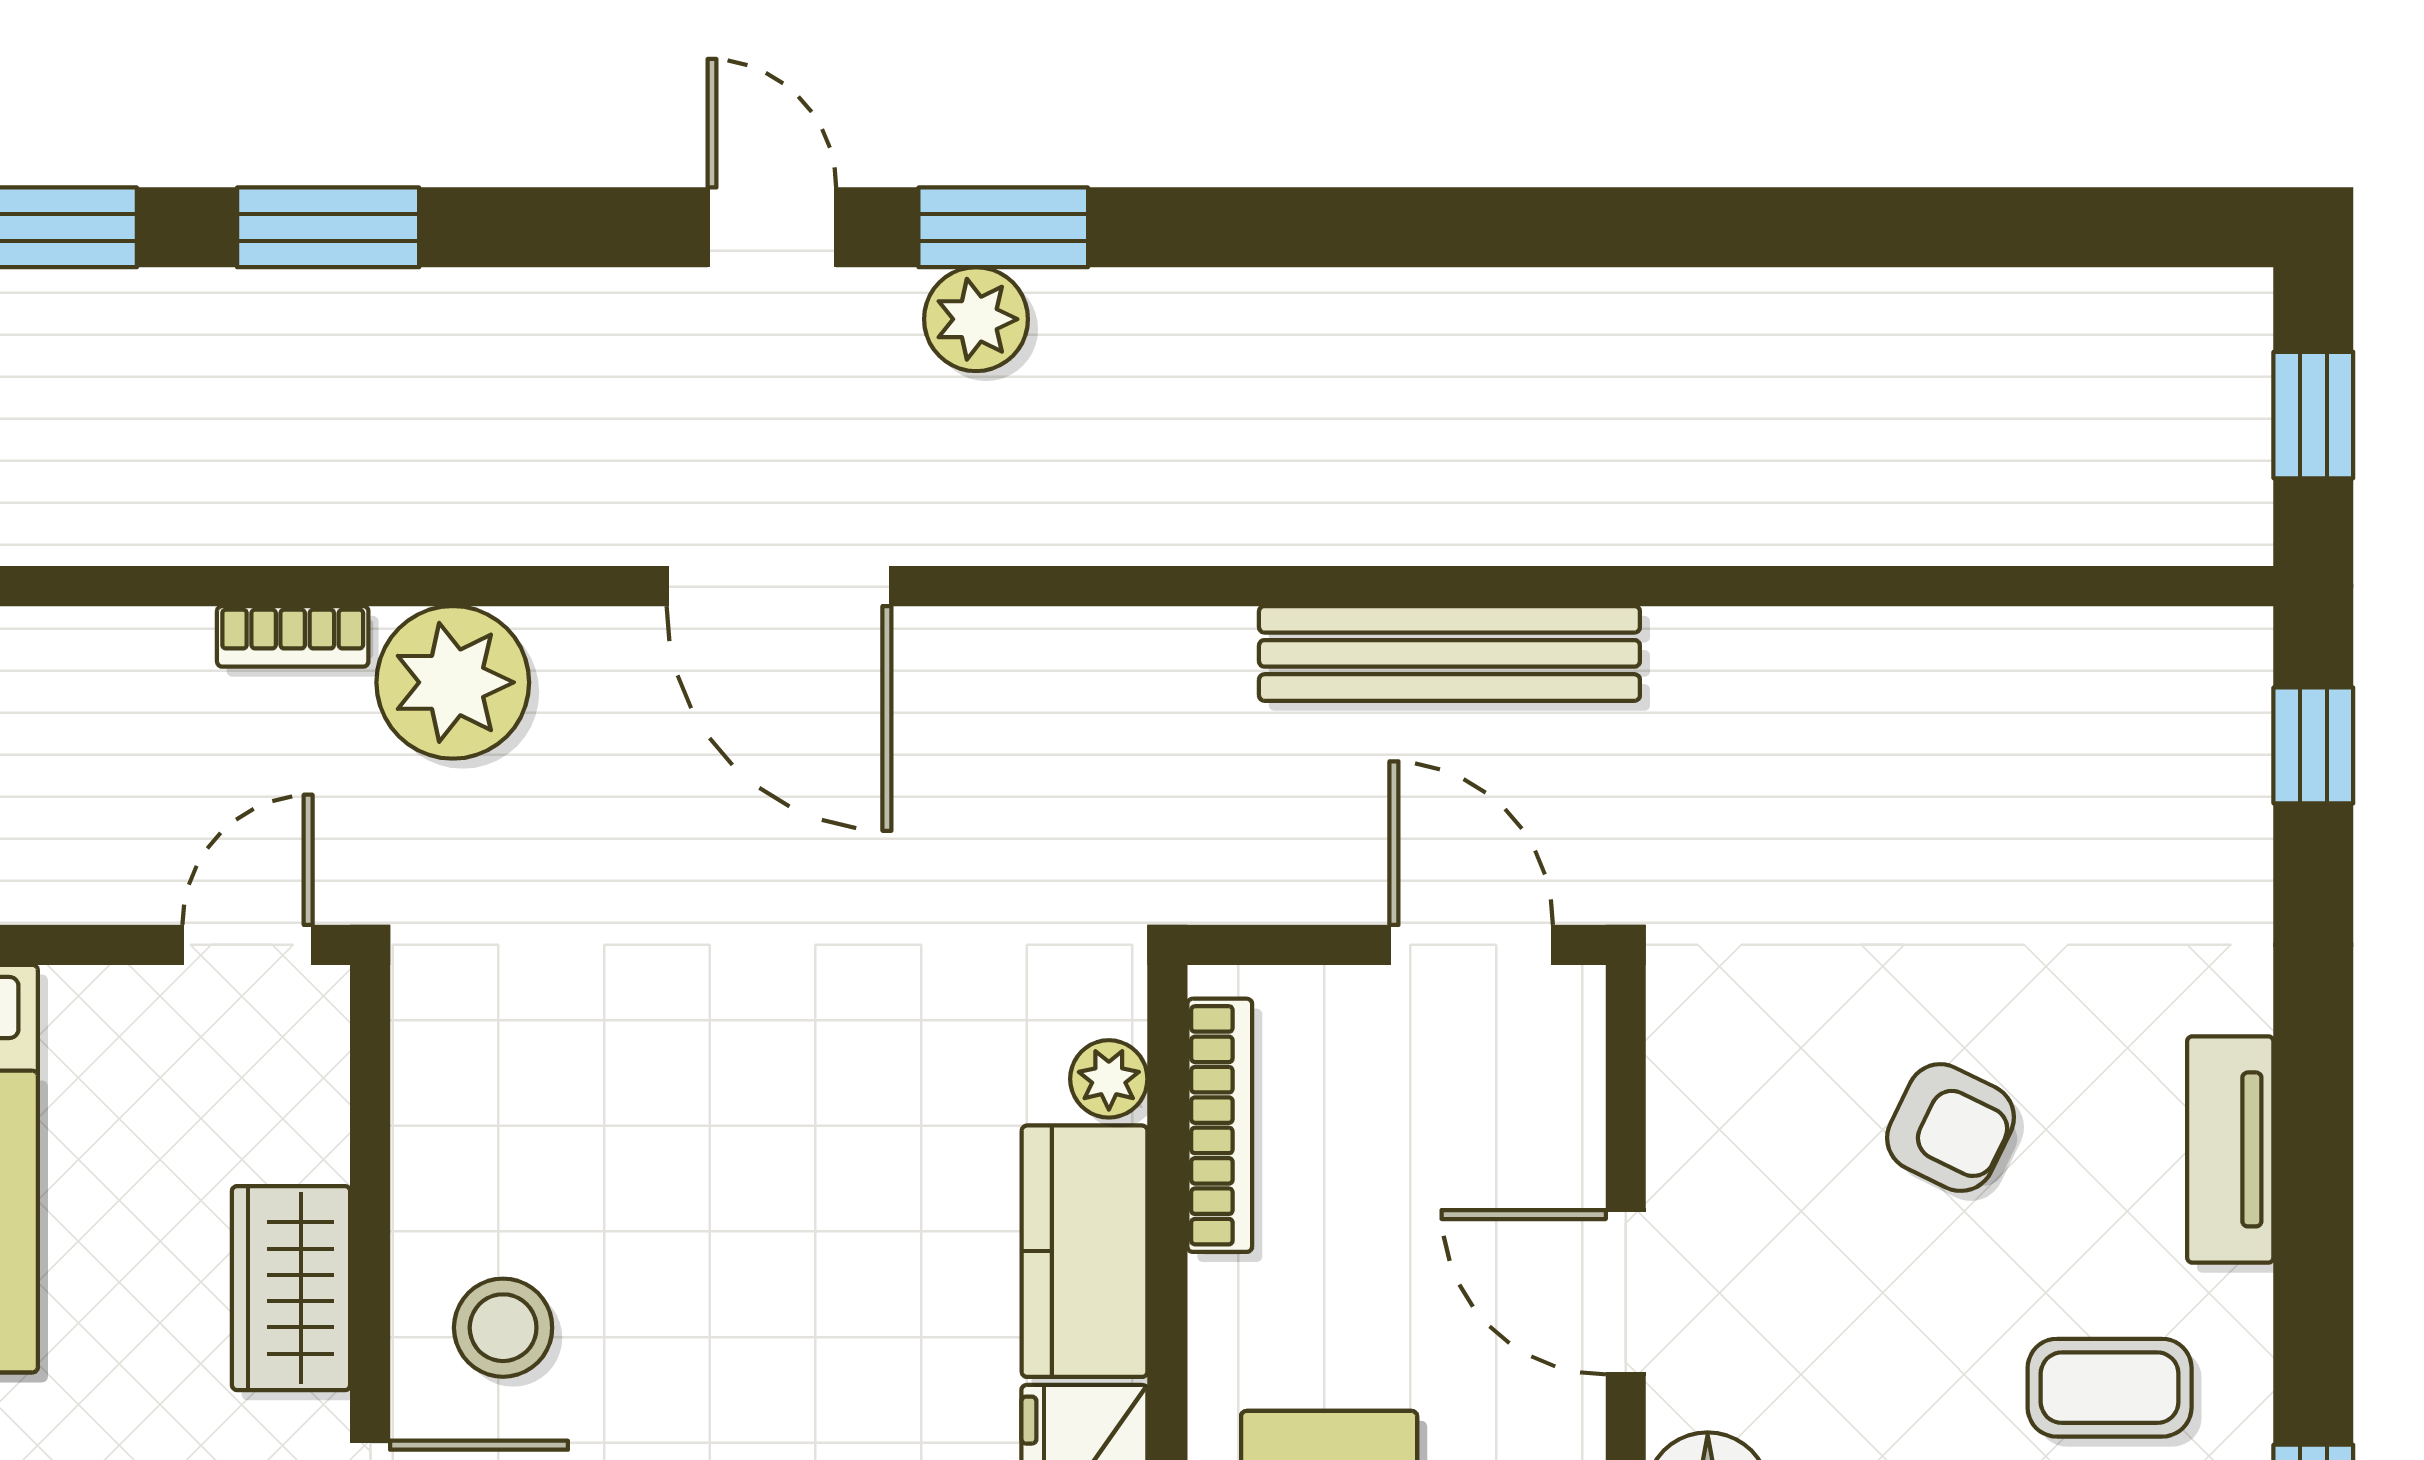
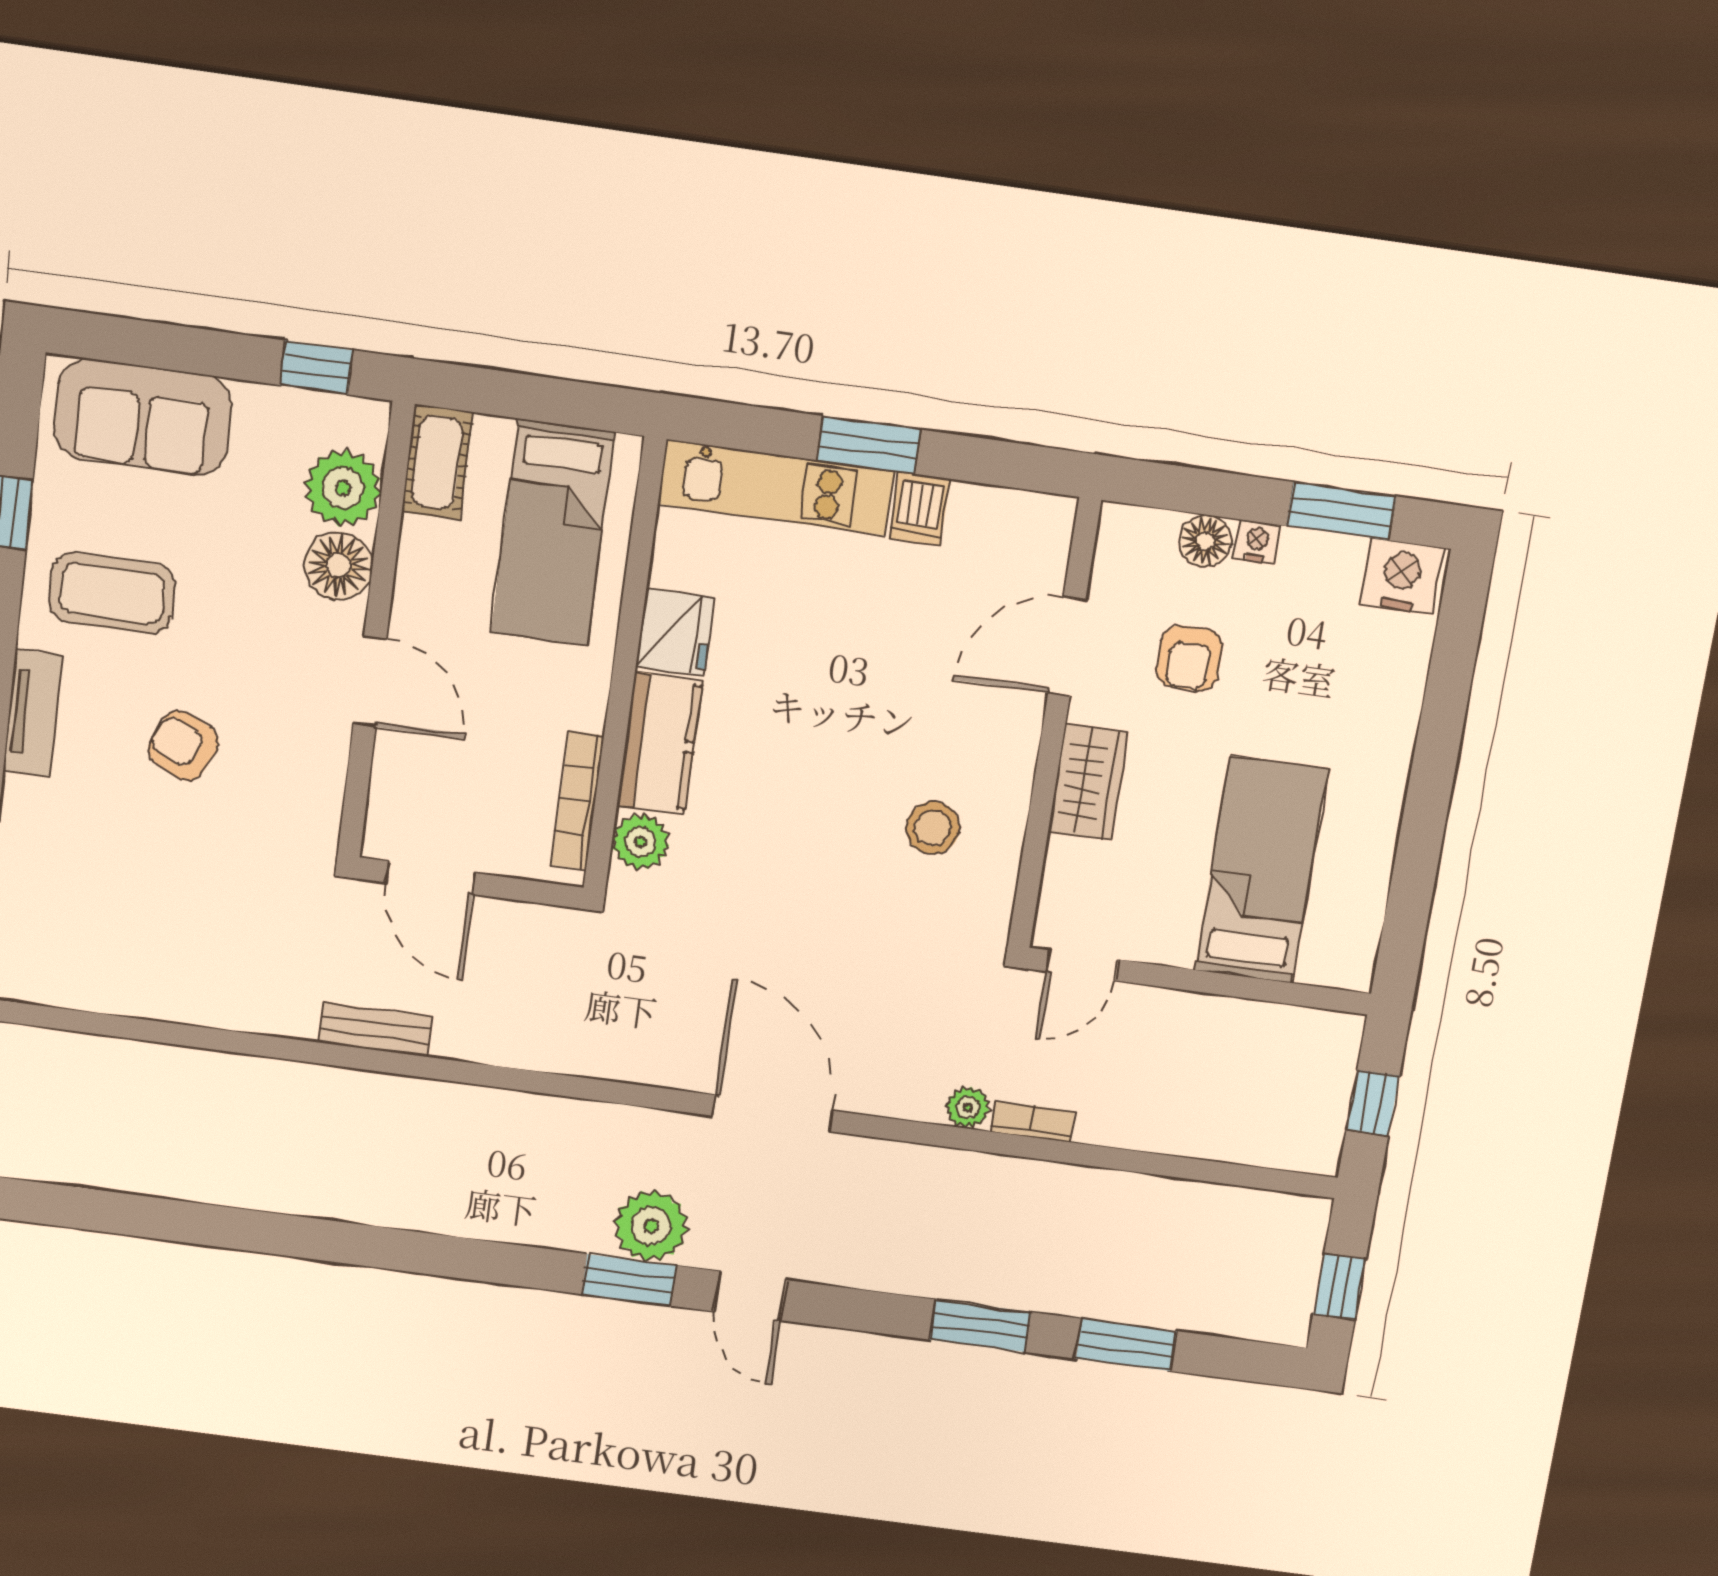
plant: (976, 319) -> (651, 1226), width x1.36, depth x1.36
bench: (1449, 653) -> (375, 1030), width x0.54, depth x0.82
plant: (453, 682) -> (968, 1107), width x0.53, depth x0.53
plant: (1109, 1079) -> (641, 842), width x1.38, depth x1.38
stool: (503, 1328) -> (933, 828), moved
coffee table: (2110, 1388) -> (112, 593), width x1.36, depth x1.30

